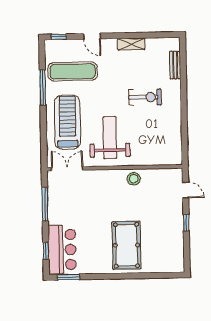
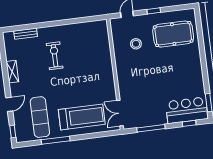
treadmill: (67, 122) -> (82, 117), turned 180
weight bench: (110, 138) -> (91, 81), removed
stool: (134, 179) -> (136, 44), moved
pool table: (126, 245) -> (173, 34), moved

